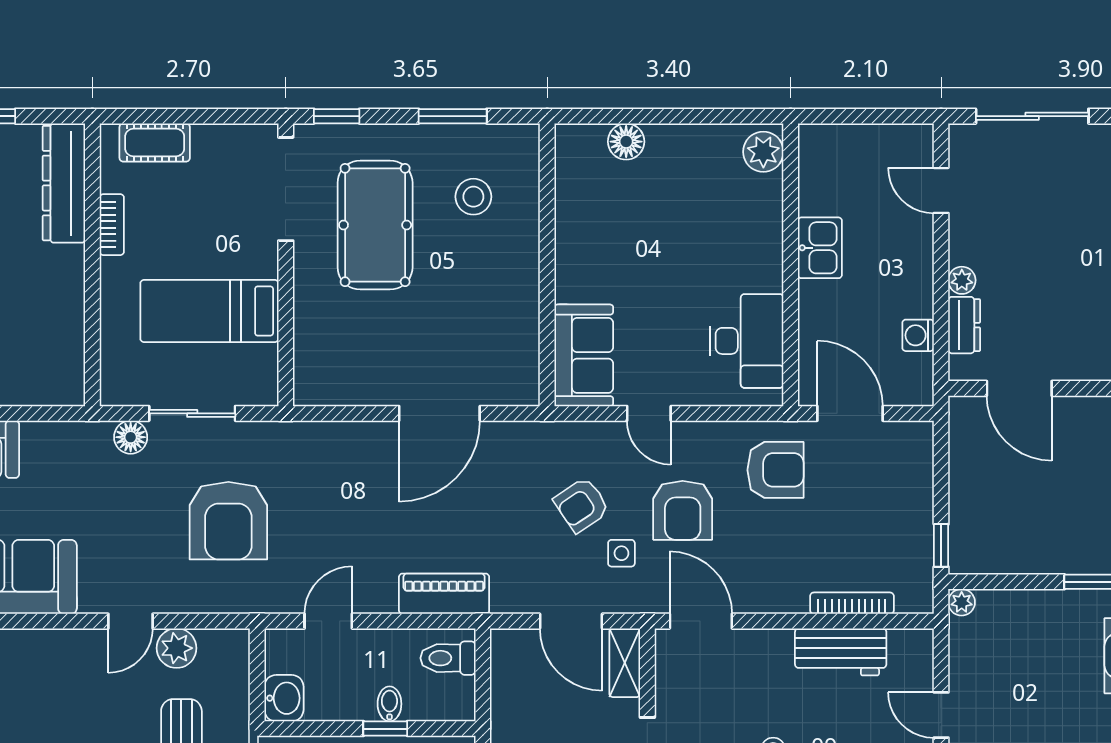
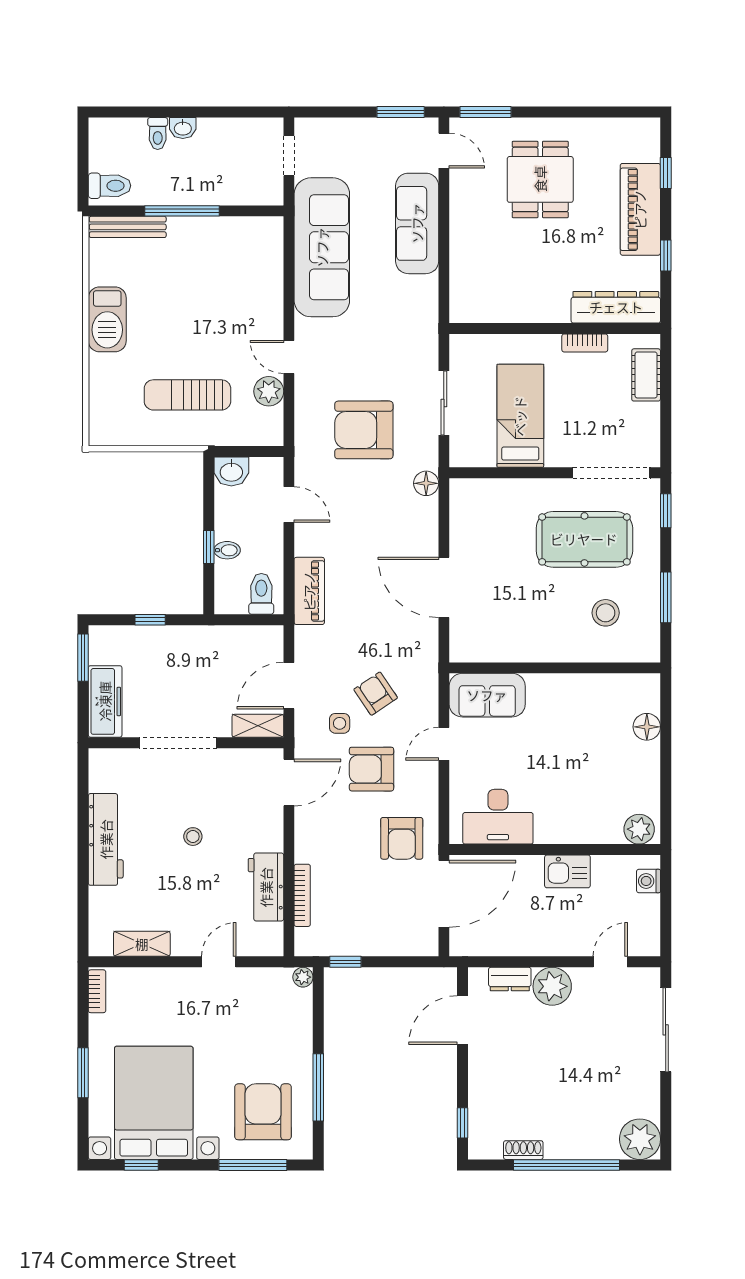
plant: (962, 280) -> (552, 986), width x1.88, depth x1.88
washing machine: (918, 335) -> (649, 881), moved, turned -90
door: (850, 413) -> (444, 894), width x1.36
floor lamp: (131, 437) -> (426, 483), moved

